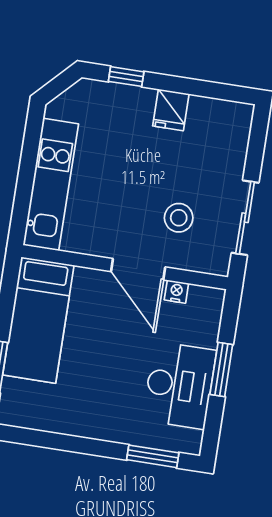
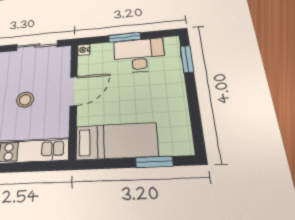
stool: (179, 218) -> (25, 100), moved
nightstand: (176, 292) -> (84, 50), moved

